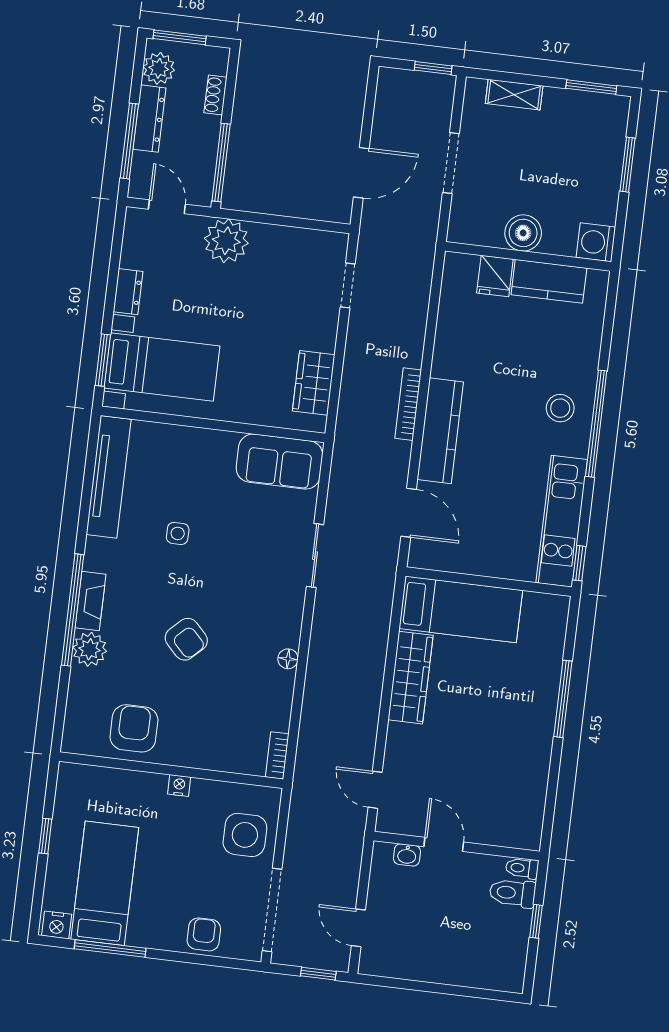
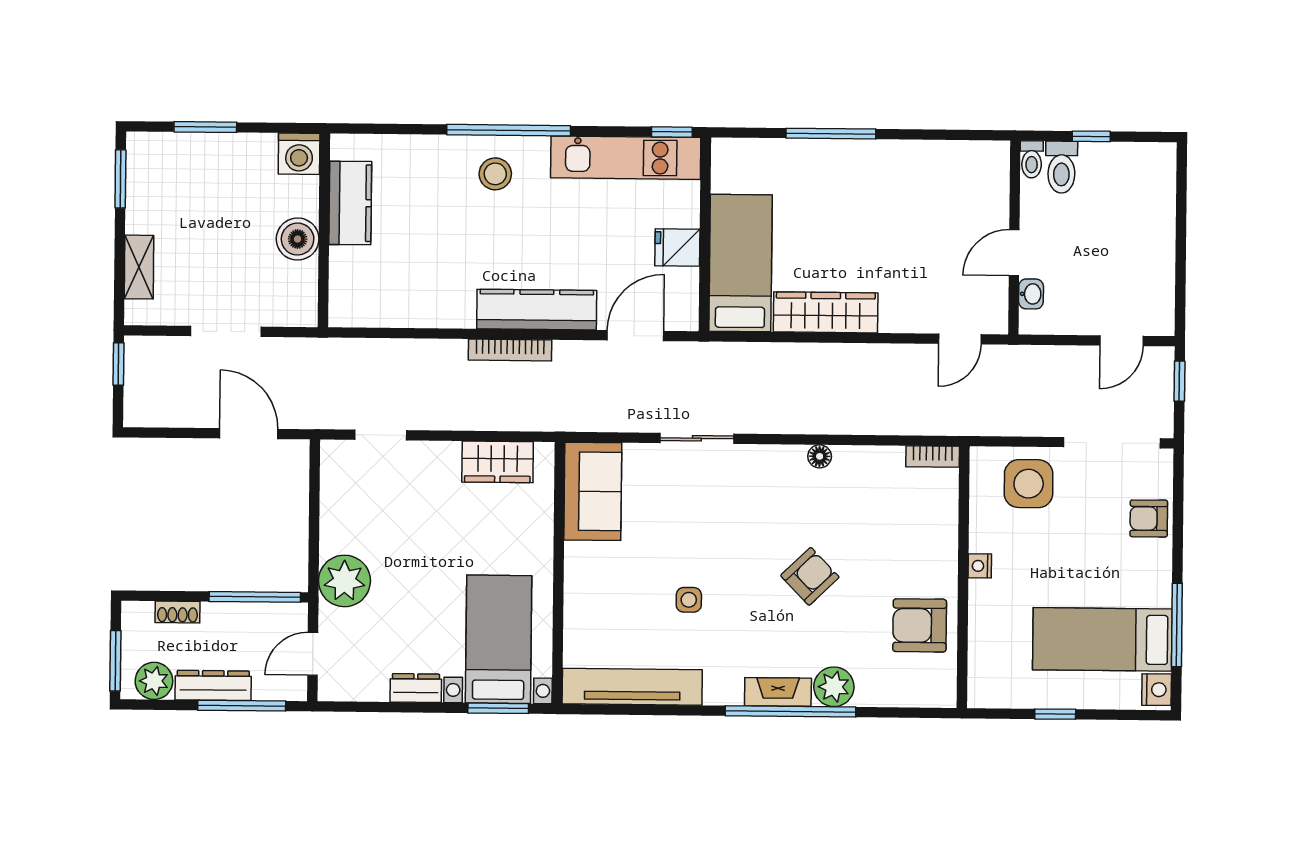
fridge: (495, 276) -> (677, 248), moved, turned 180

